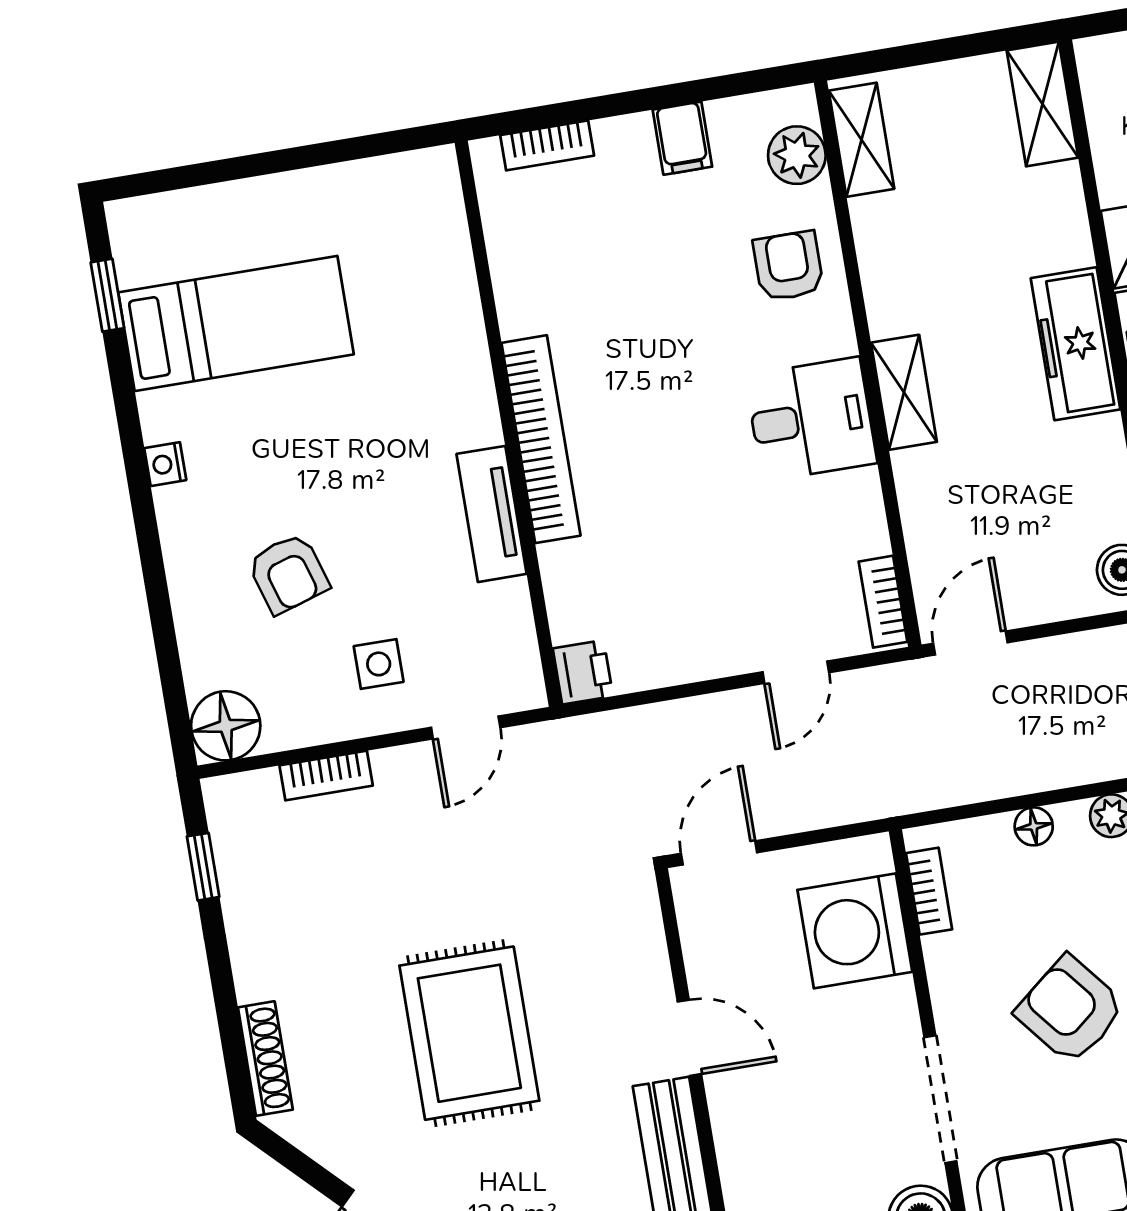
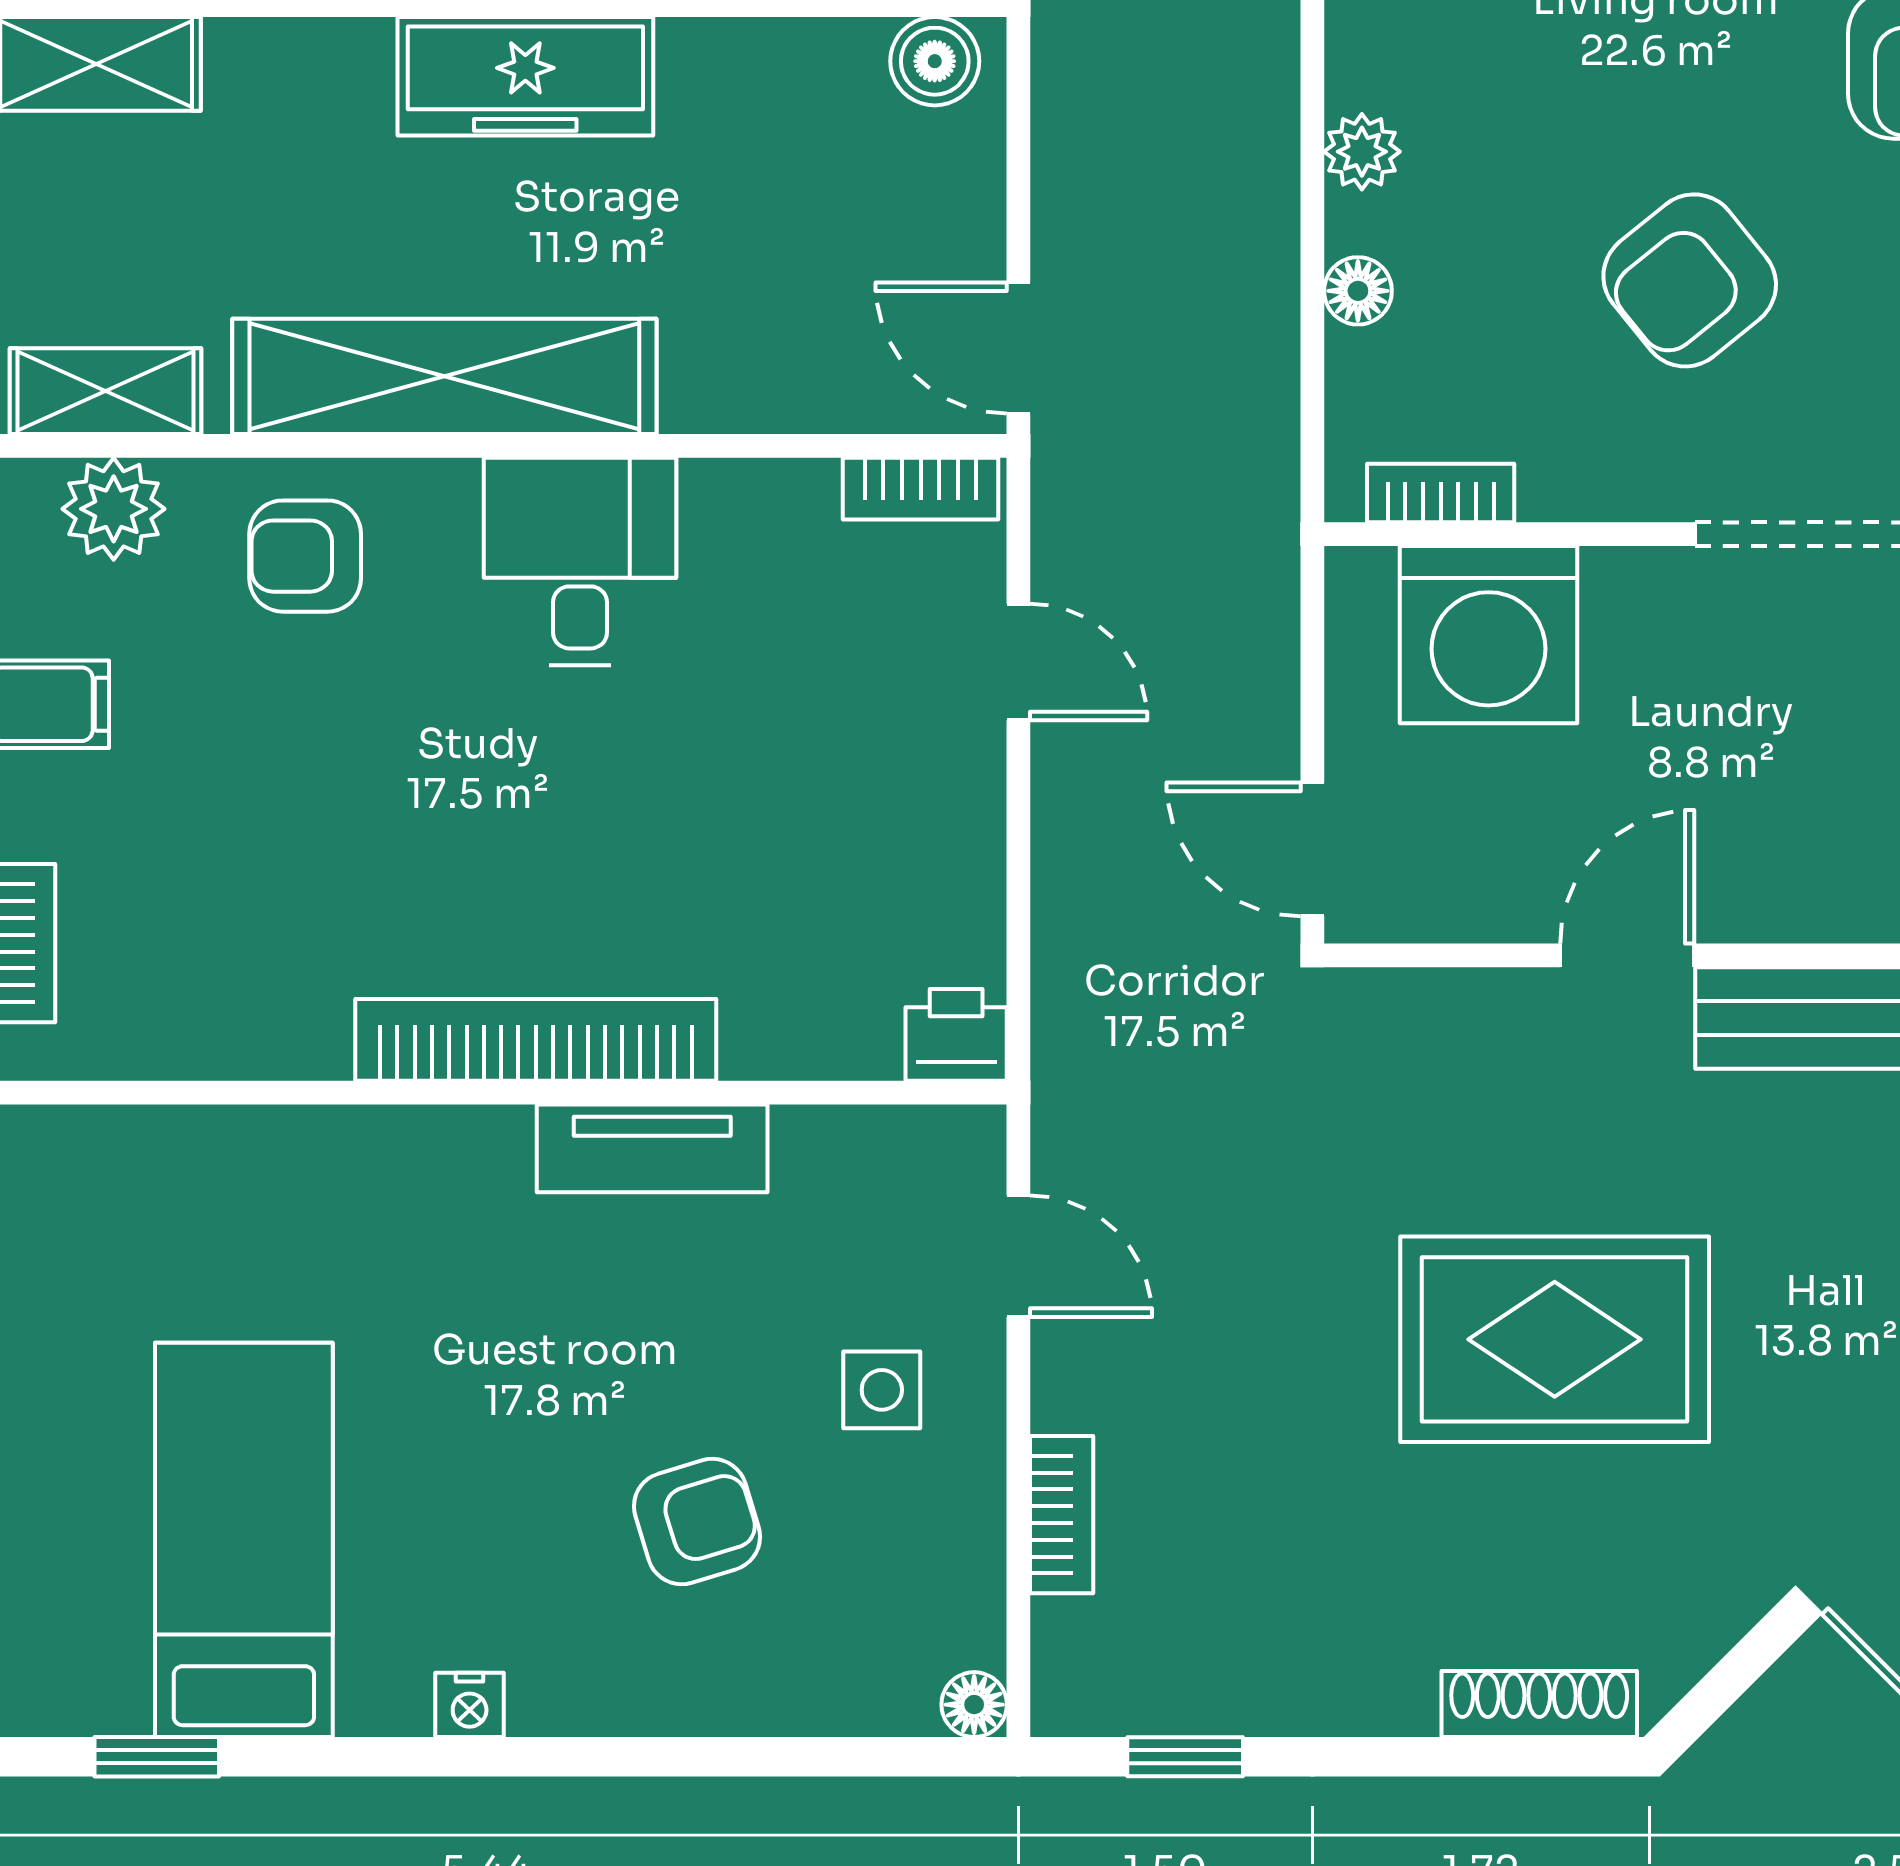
shelving: (904, 392) -> (444, 376), width x2.20, depth x1.33
floor lamp: (226, 726) -> (974, 1705), width x0.53, depth x0.53

